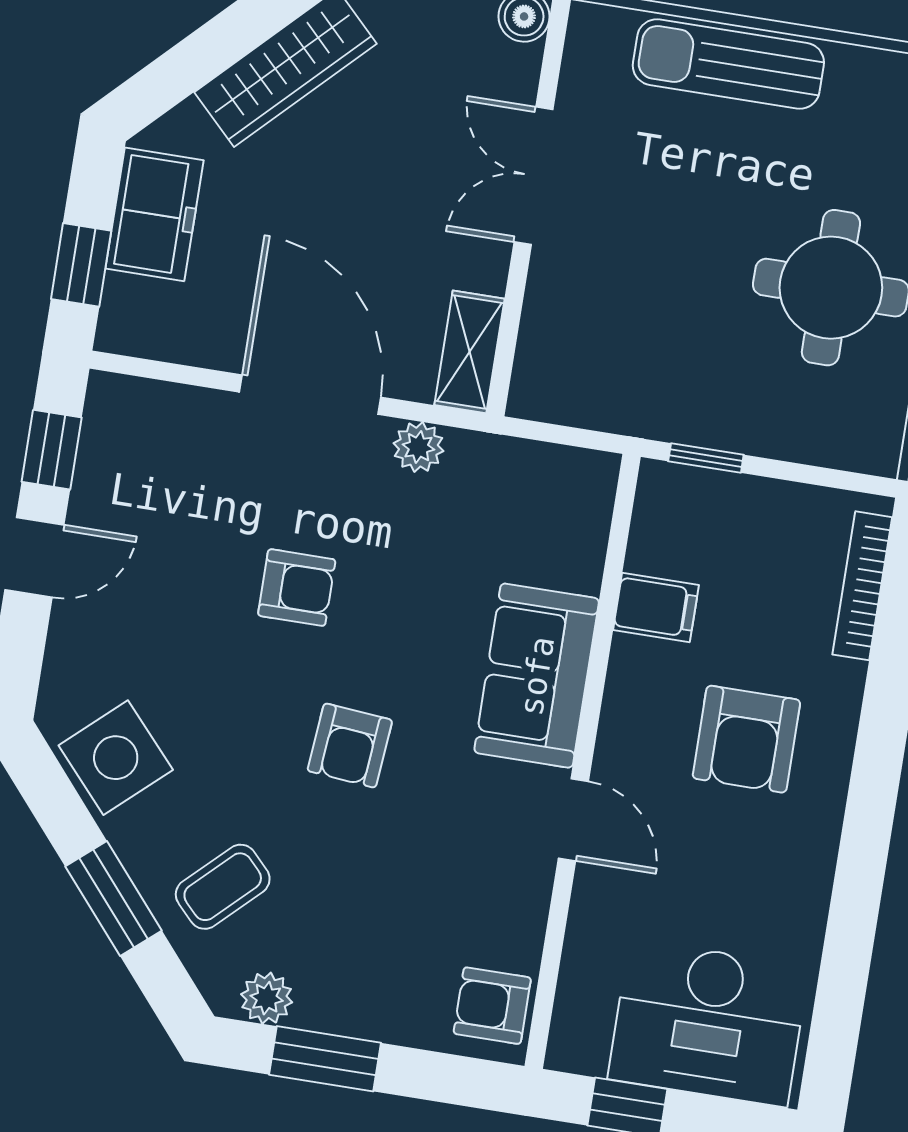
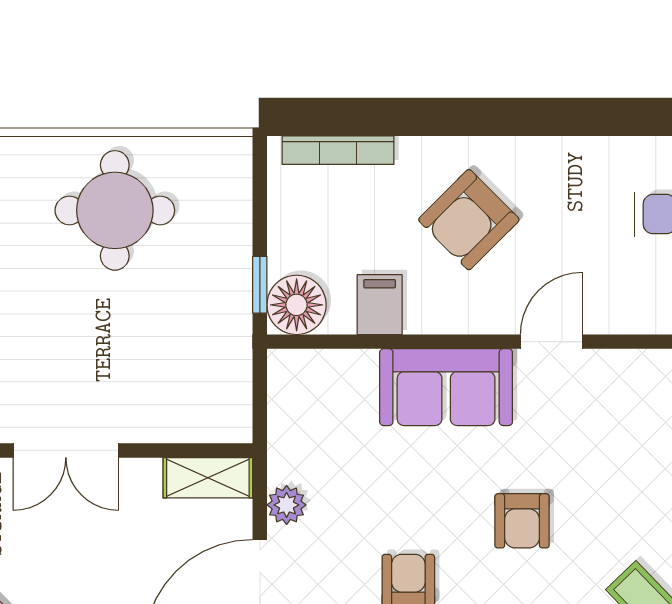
floor lamp: (673, 501) -> (297, 305), added
armchair: (746, 739) -> (469, 220), turned 135
armchair: (350, 745) -> (522, 521), turned 85

